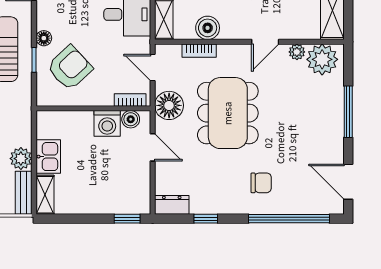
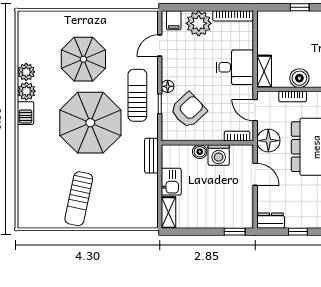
boiler: (131, 119) -> (200, 152), moved
plant: (21, 159) -> (149, 183), removed
bench: (24, 193) -> (151, 156), moved

